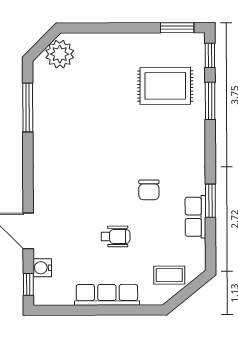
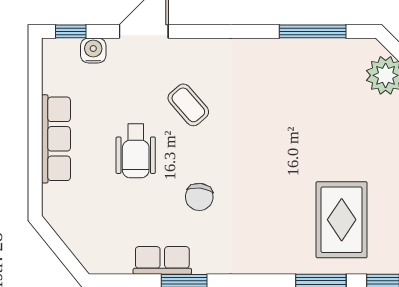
chair: (149, 190) -> (199, 197), turned -83
wheelchair: (115, 236) -> (136, 151), width x1.36, depth x1.37
coffee table: (169, 275) -> (188, 105), moved, turned -41

